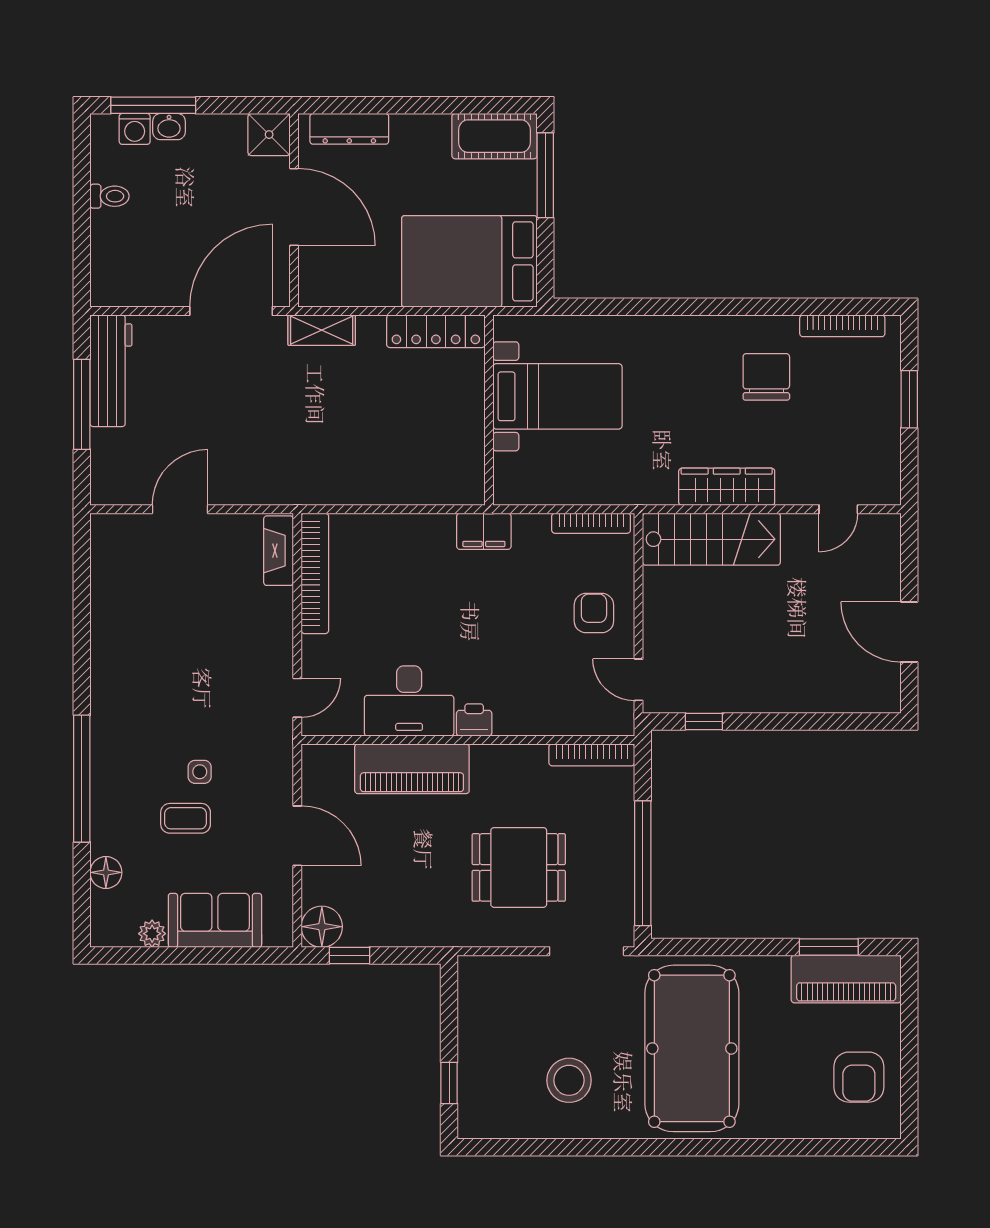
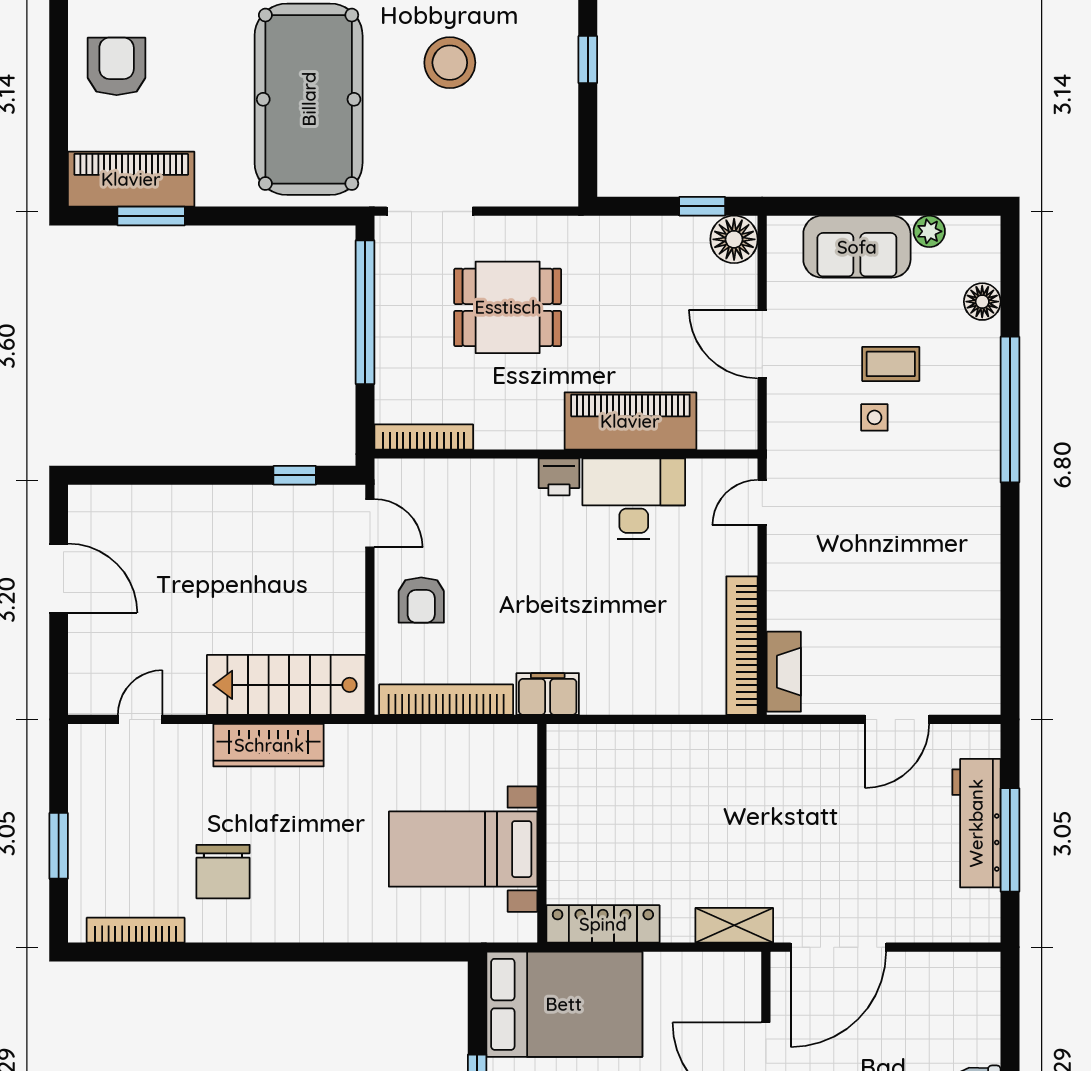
workbench: (111, 371) -> (976, 823), moved
bookcase: (591, 523) -> (446, 700), width x1.48, depth x1.31

